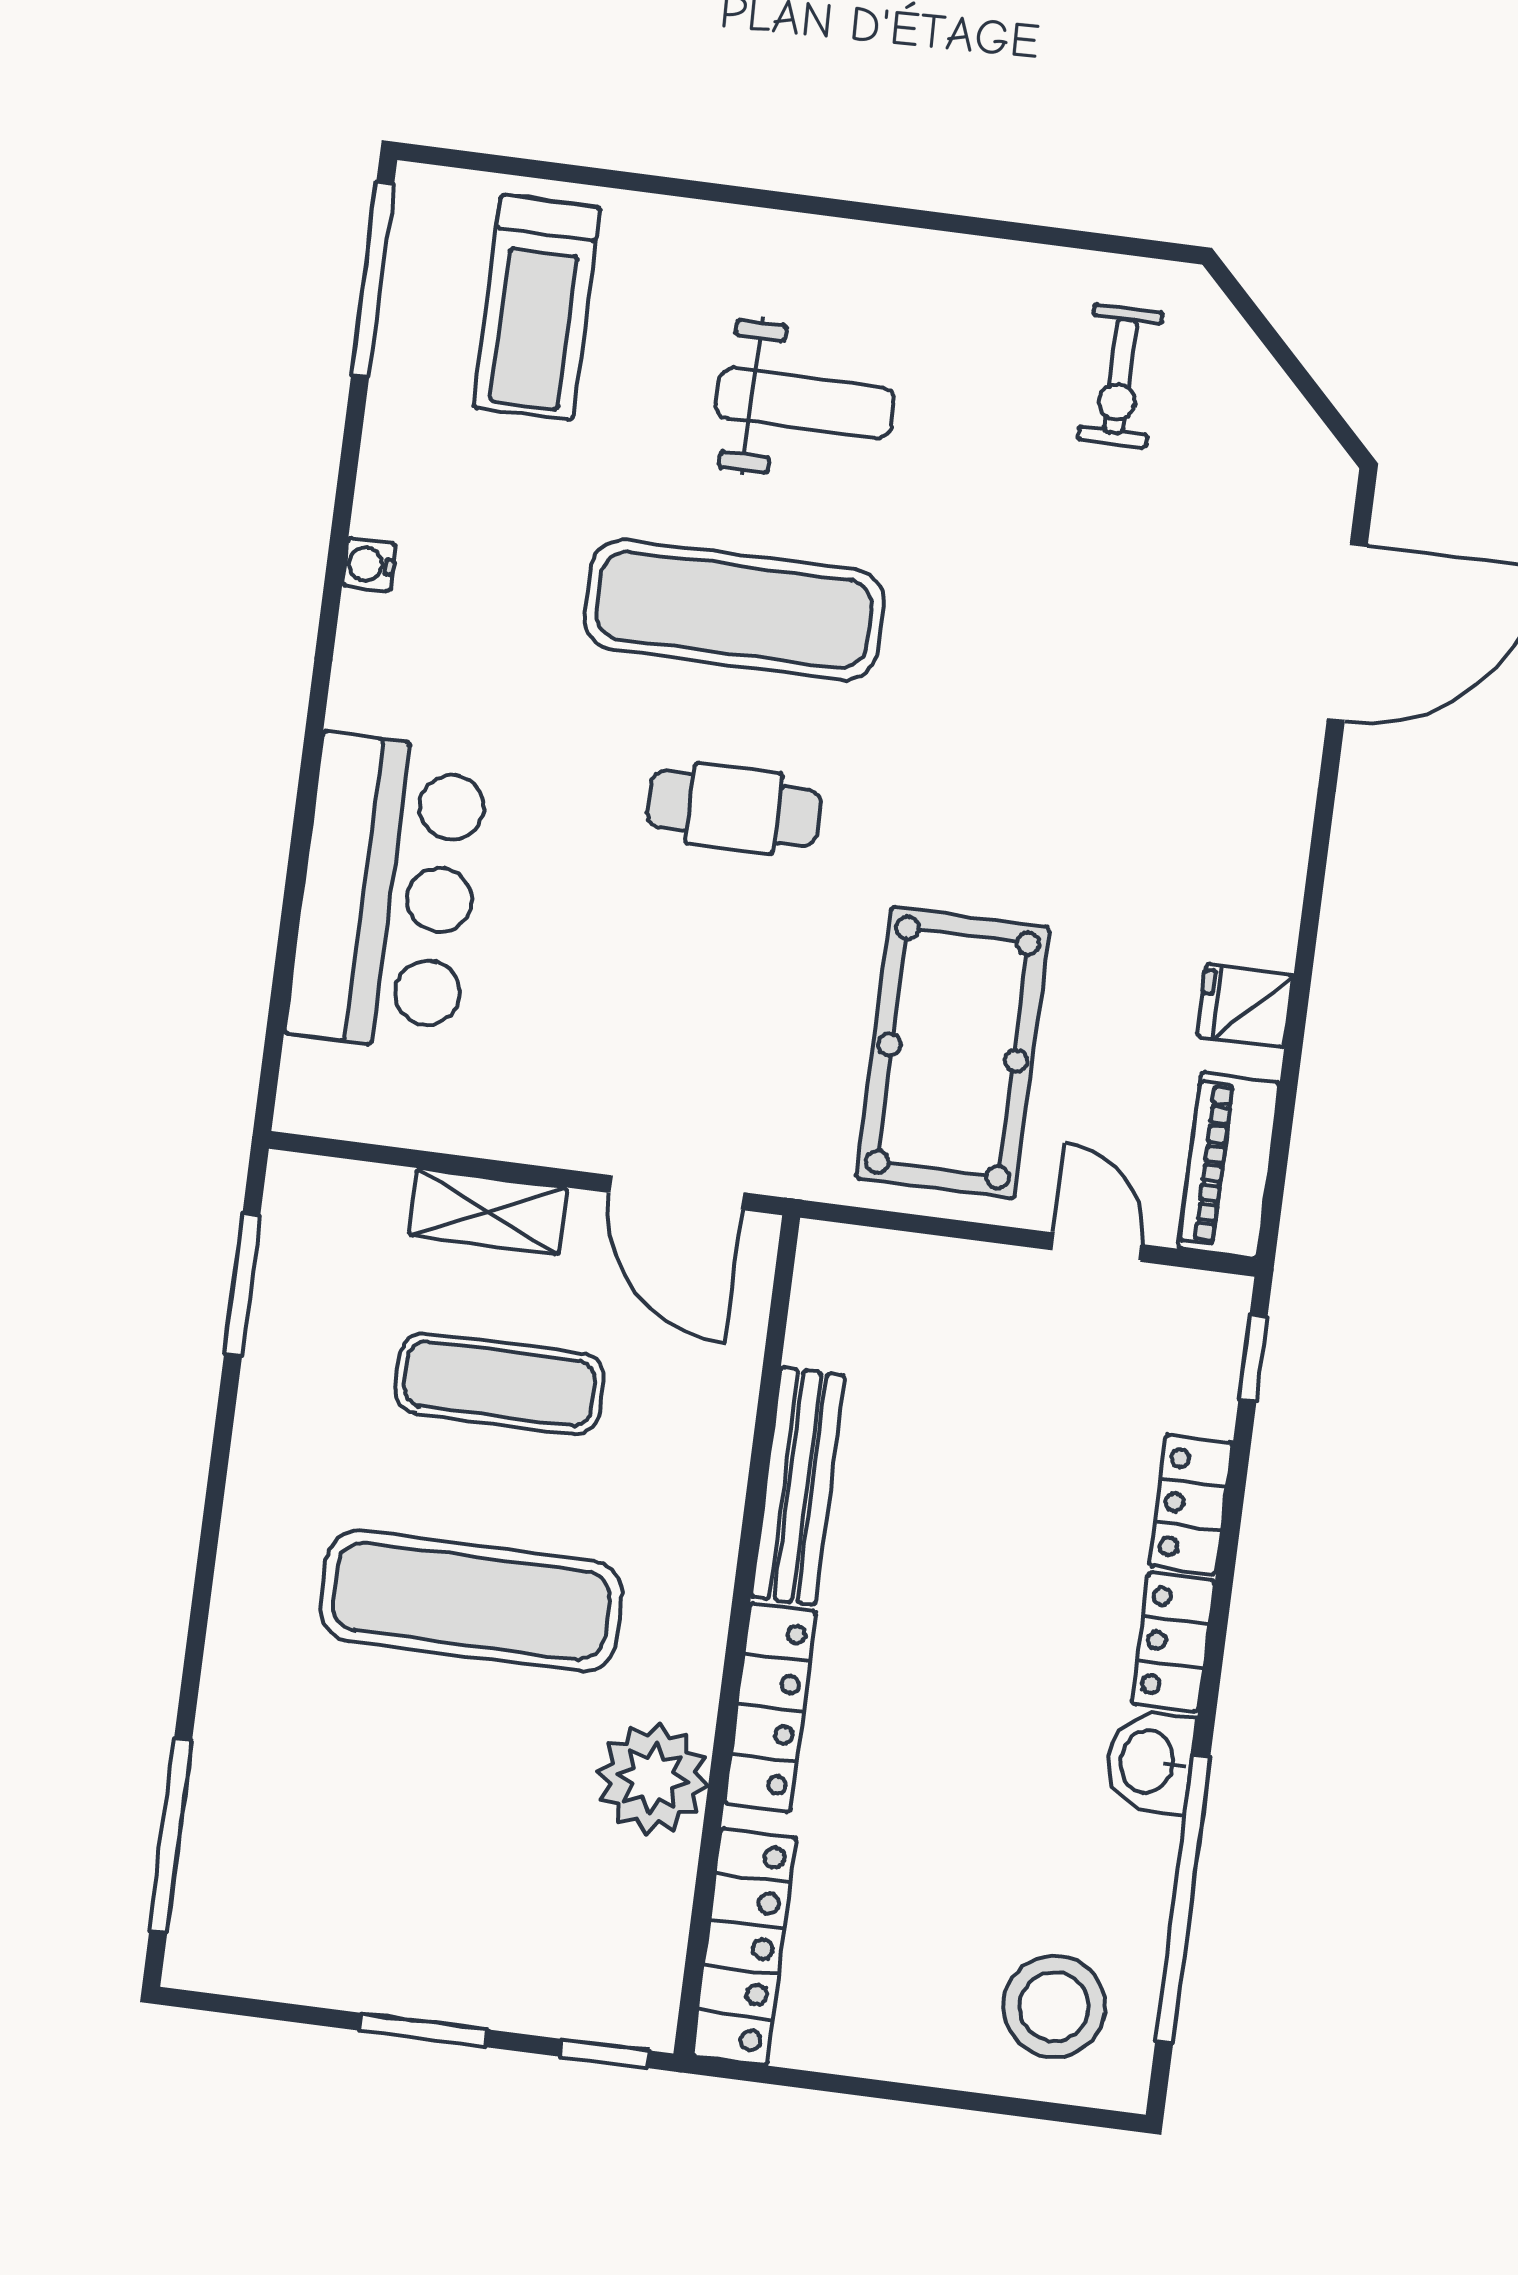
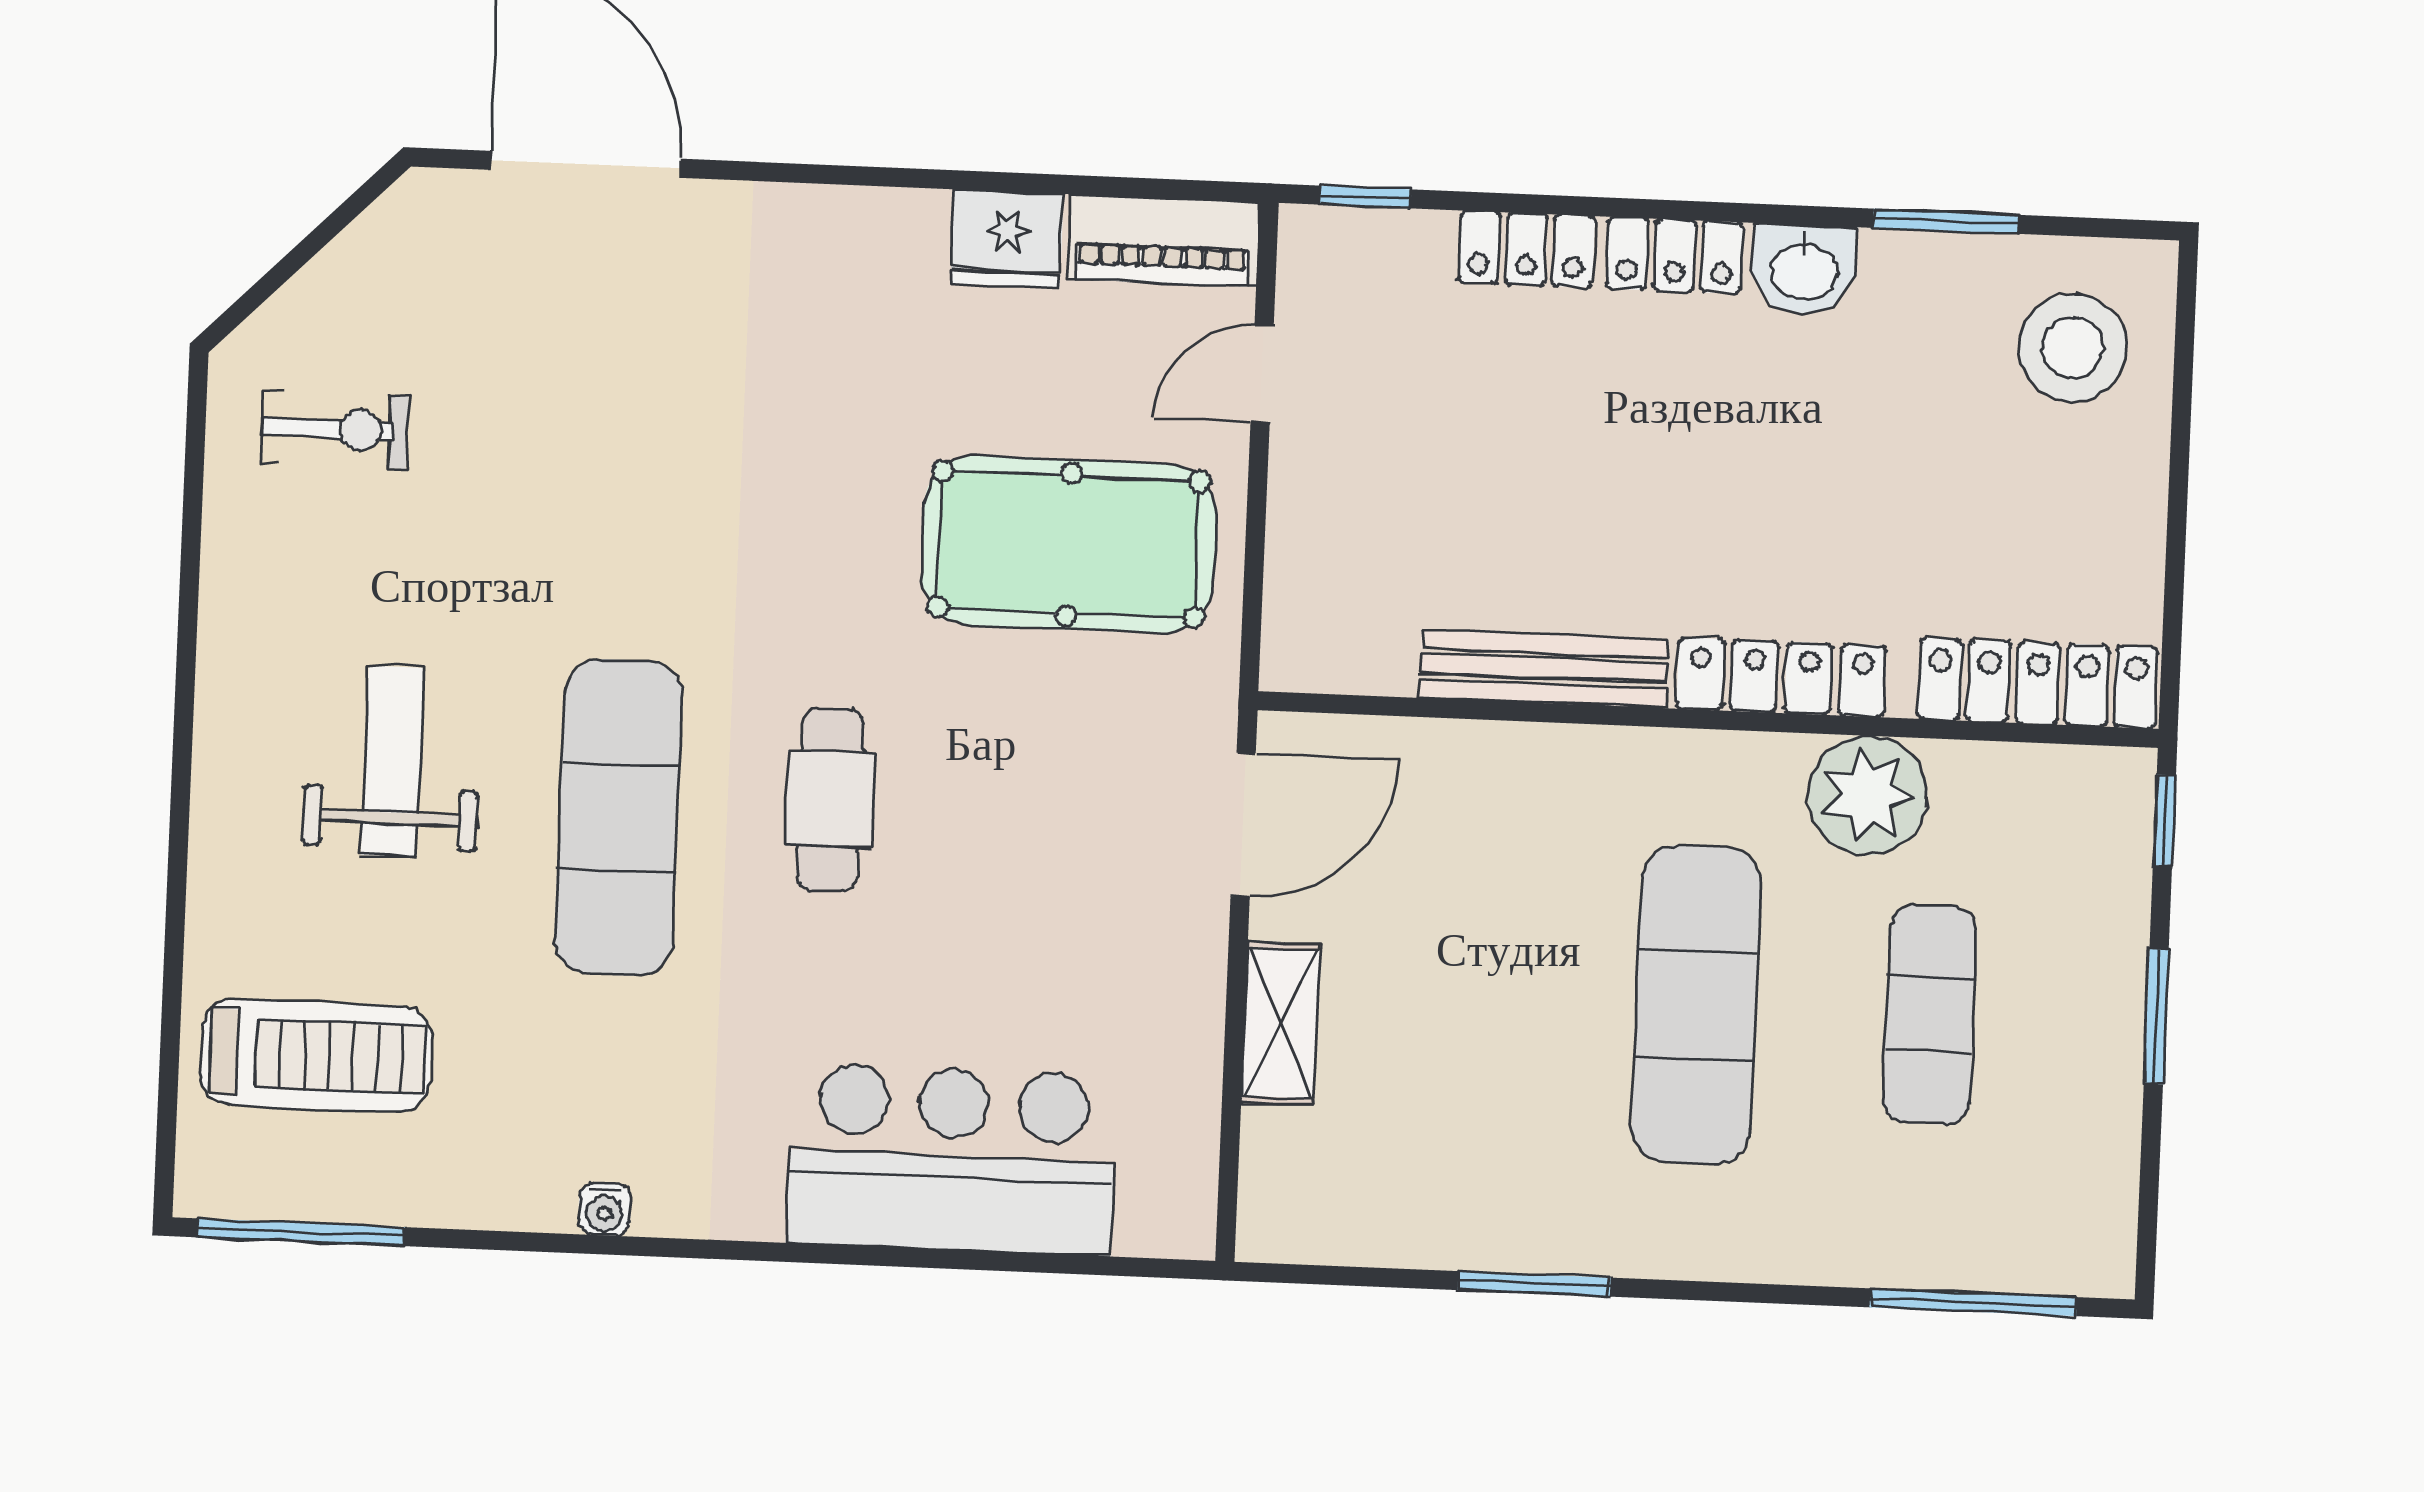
fridge: (1245, 1006) -> (1007, 239), width x1.38
window: (242, 1285) -> (1534, 1284), moved
exercise mat: (499, 1384) -> (1930, 1015), moved
window: (1183, 1899) -> (1946, 221), width x0.47

